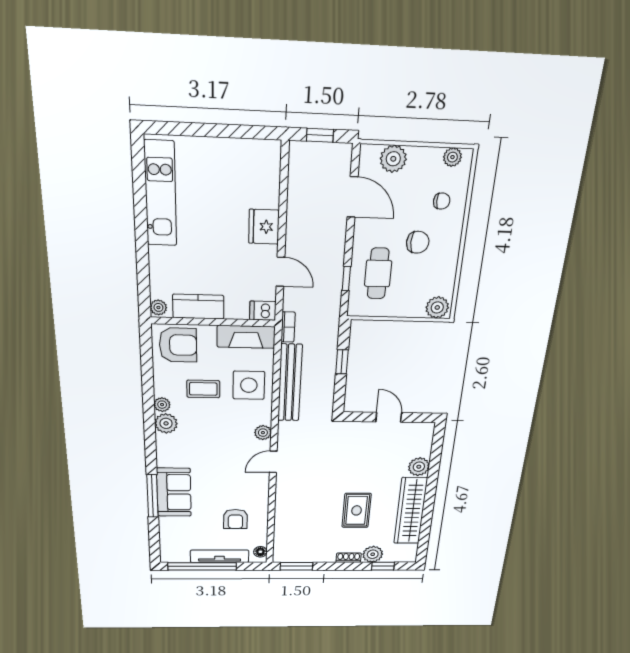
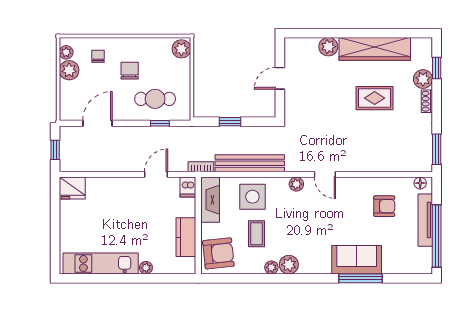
plant: (393, 159) -> (69, 70), moved
fridge: (264, 227) -> (72, 188), moved
plant: (158, 307) -> (146, 268), moved
armchair: (178, 345) -> (218, 253), turned 84

